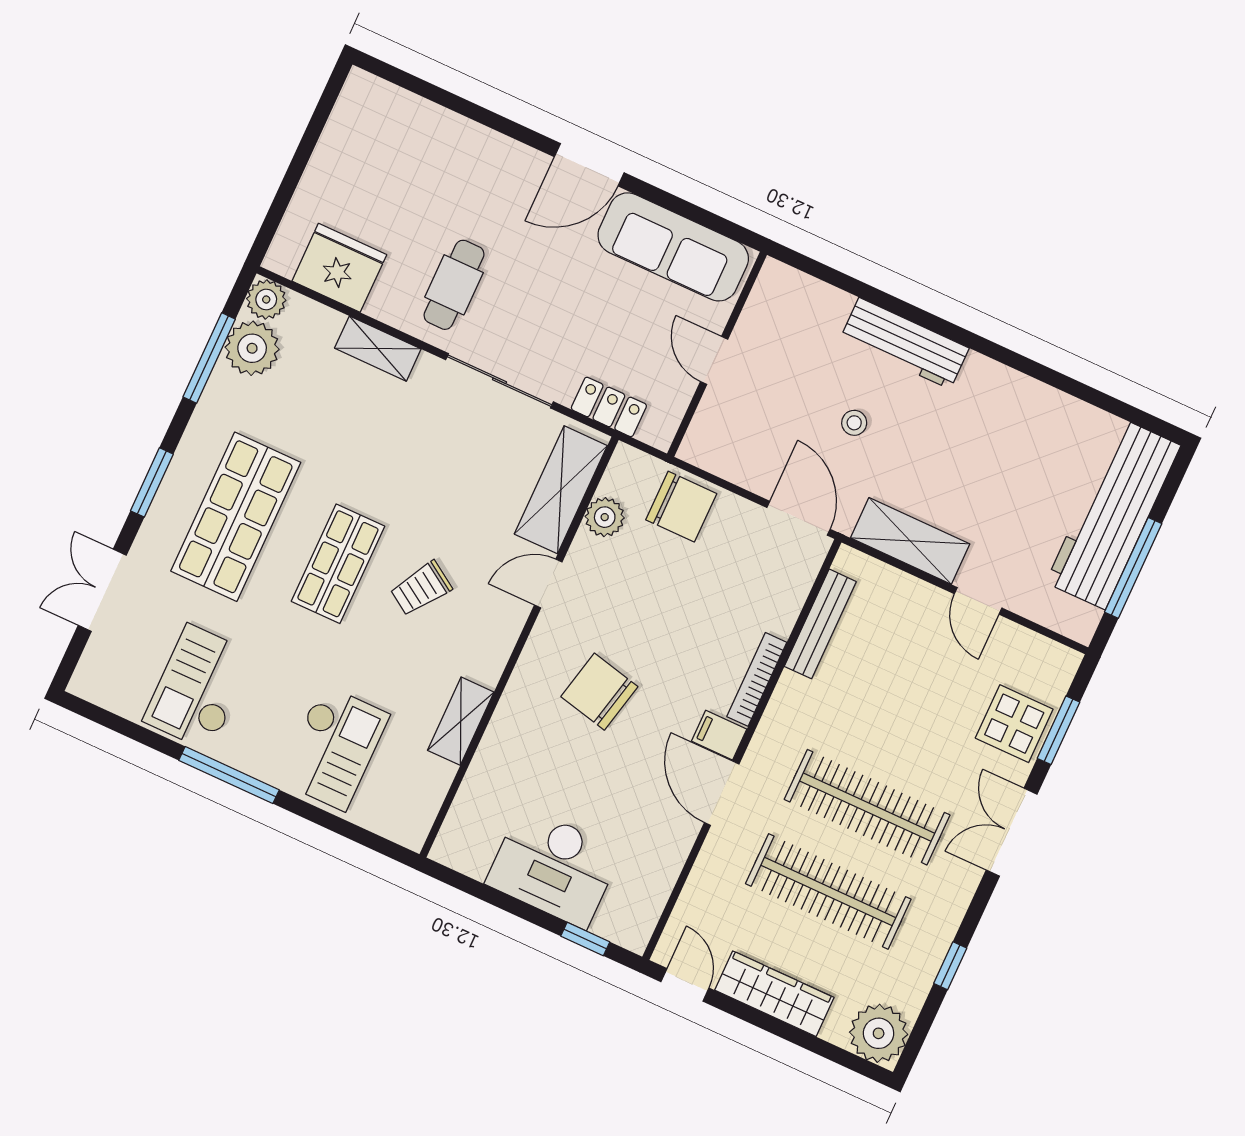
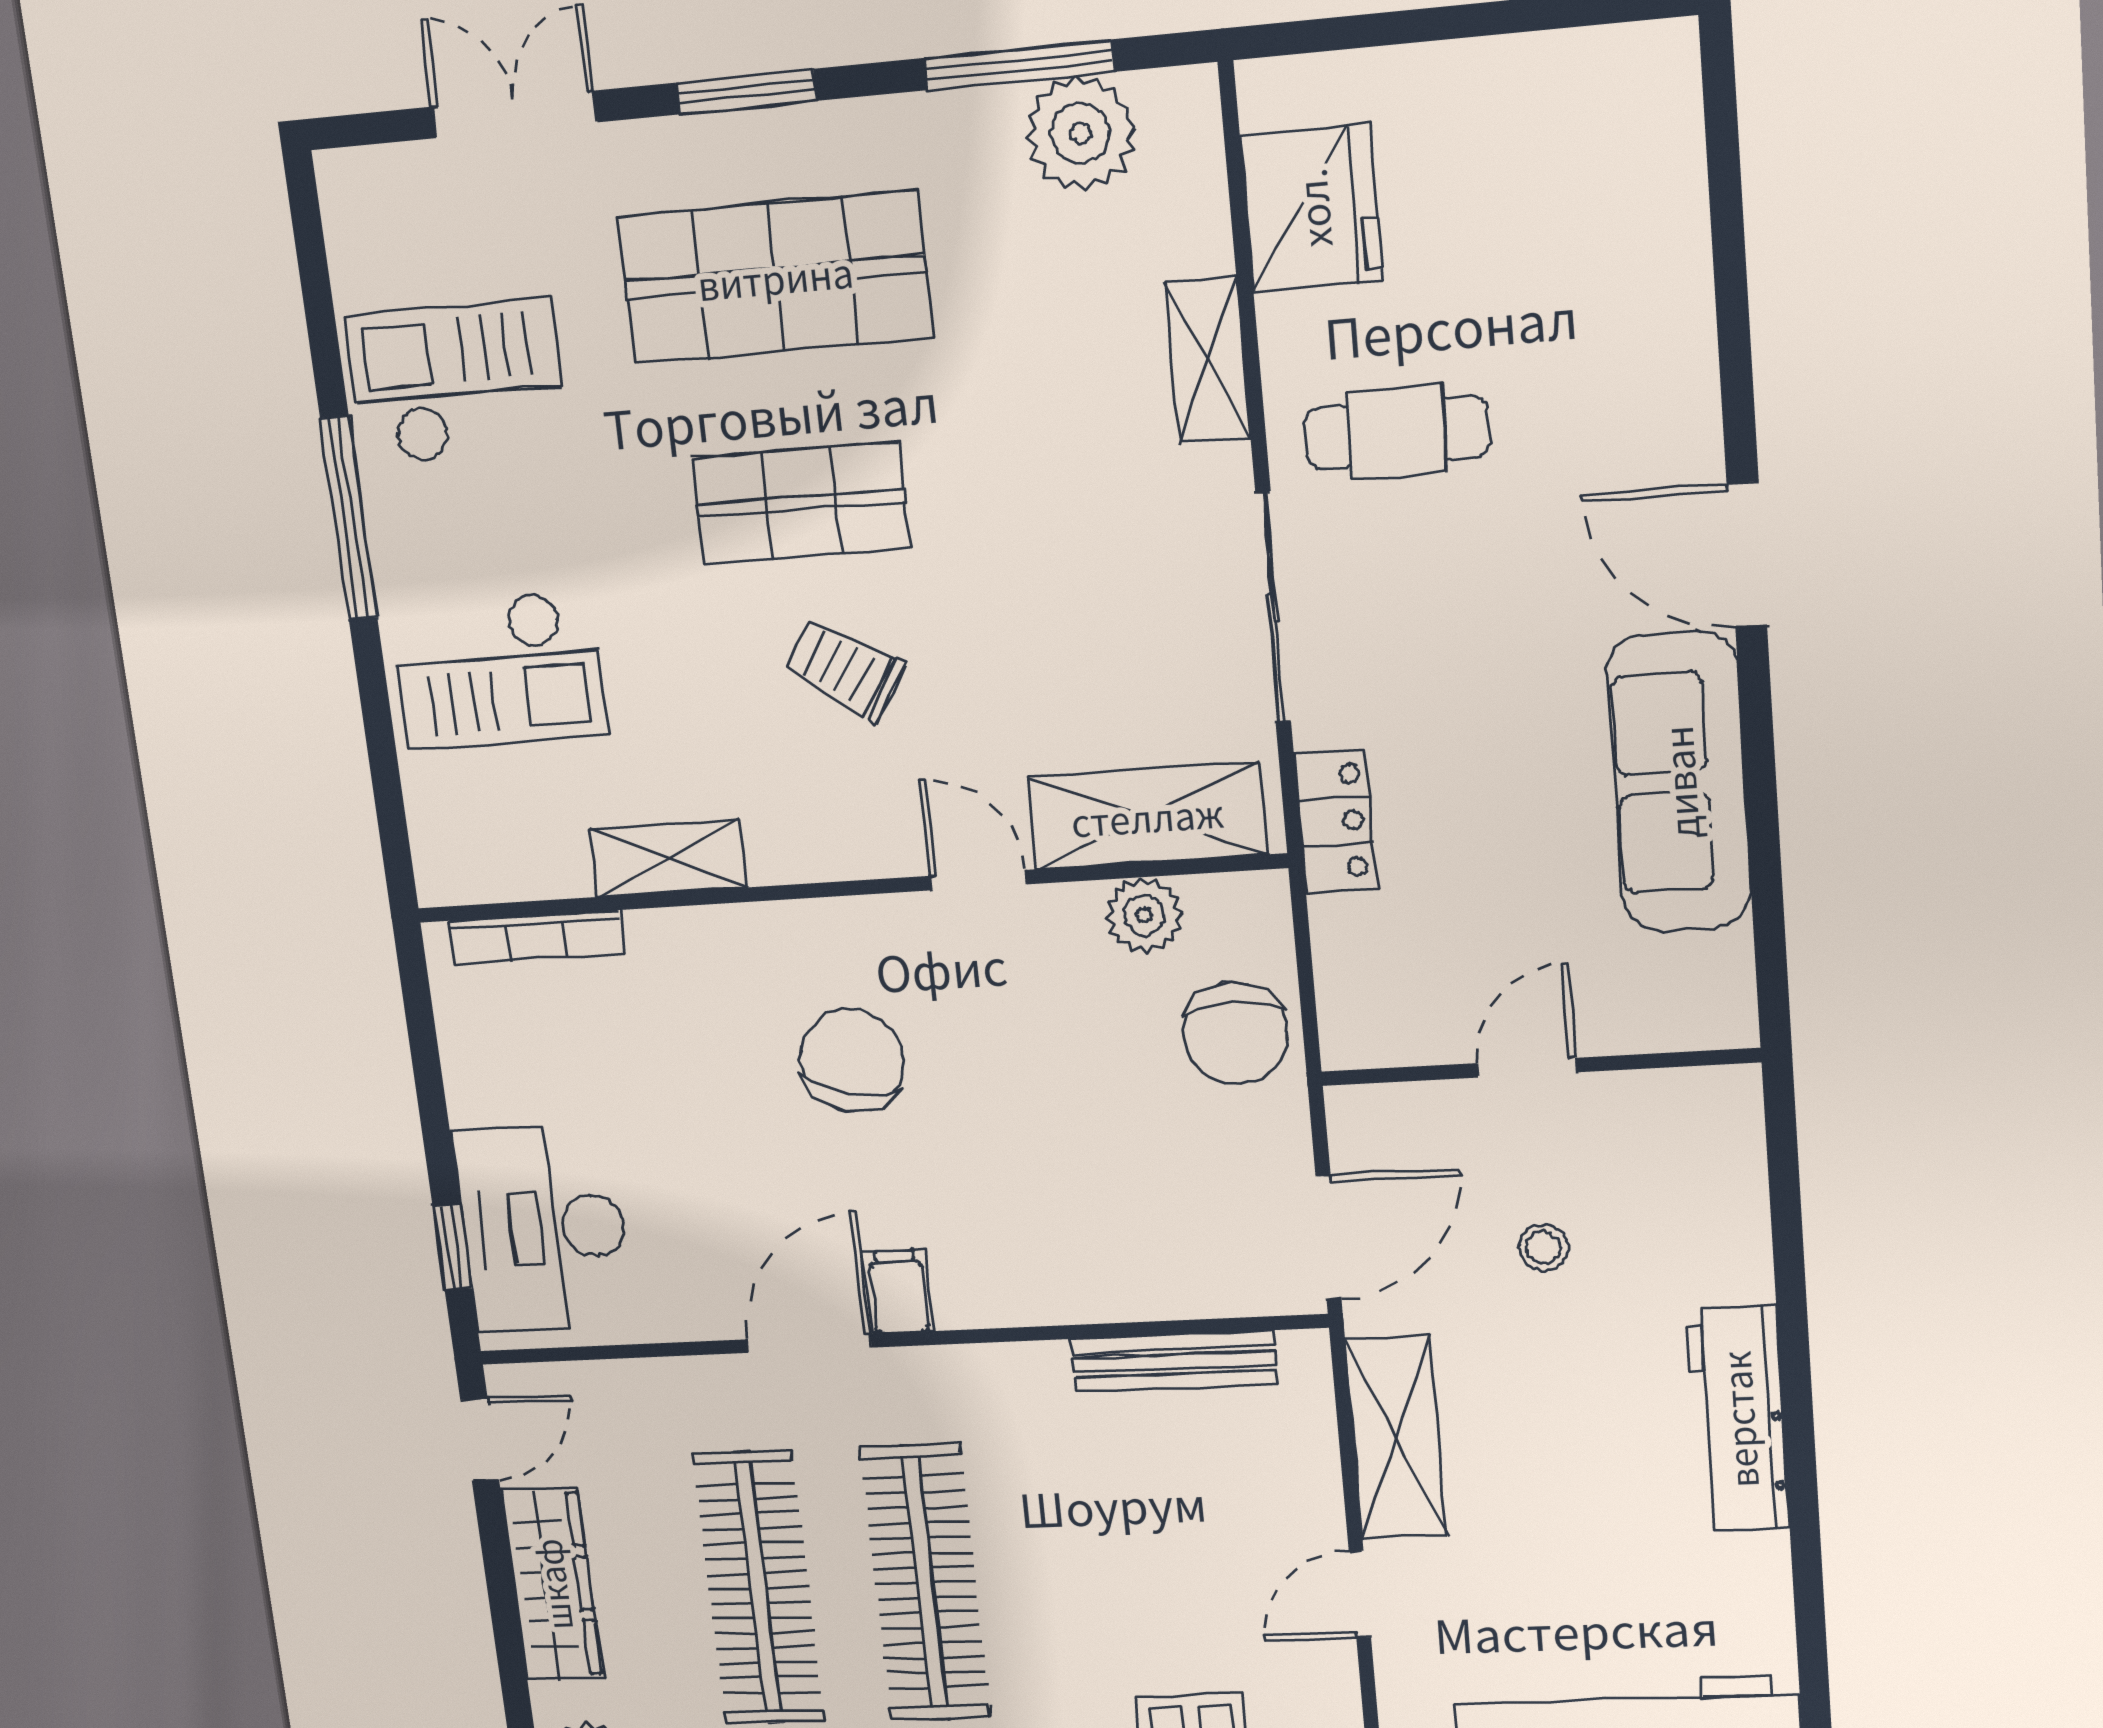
plant: (266, 300) -> (1181, 108), removed
workbench: (905, 343) -> (1738, 1419), moved
wall: (717, 354) -> (1540, 1067), moved
door: (714, 360) -> (1526, 1068), moved
bookcase: (757, 679) -> (536, 938), moved, turned 180
desk: (554, 867) -> (544, 1228), moved

